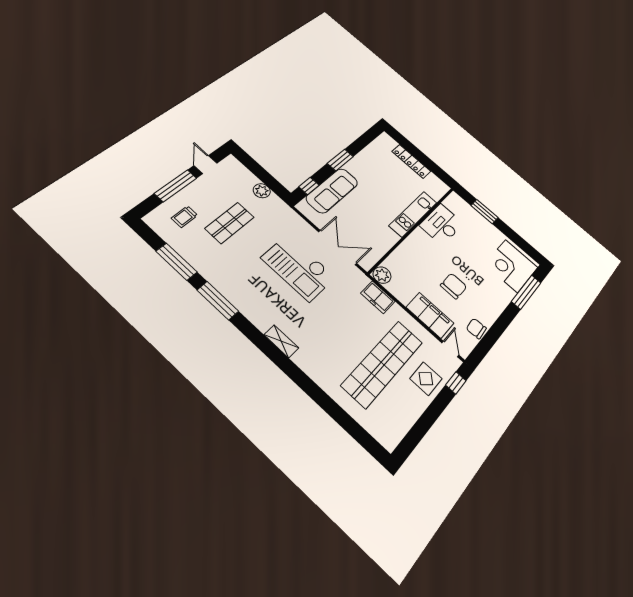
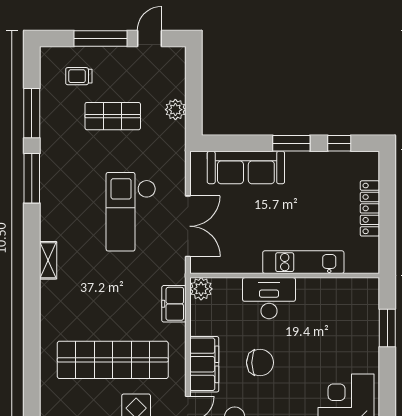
window: (309, 186) -> (339, 143), moved
desk: (442, 224) -> (269, 298), moved

